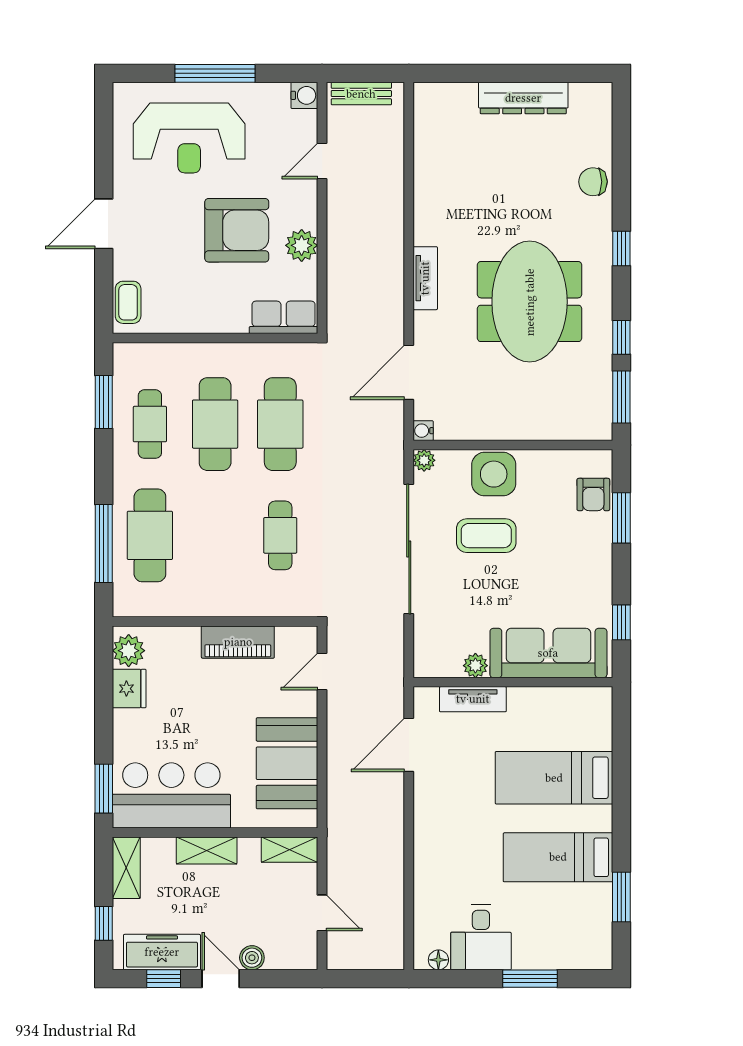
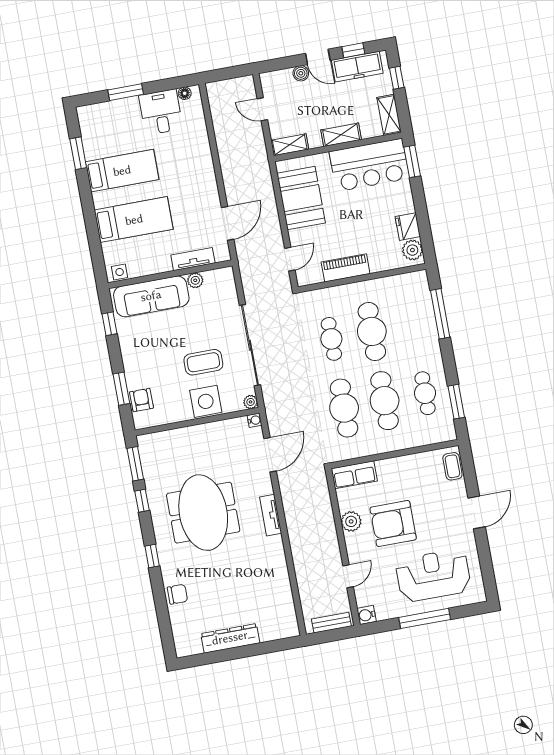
cafe table: (150, 535) -> (372, 331), moved
side table: (591, 700) -> (120, 272), added

